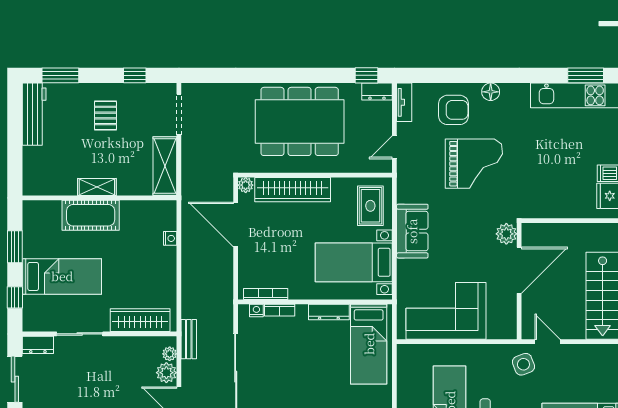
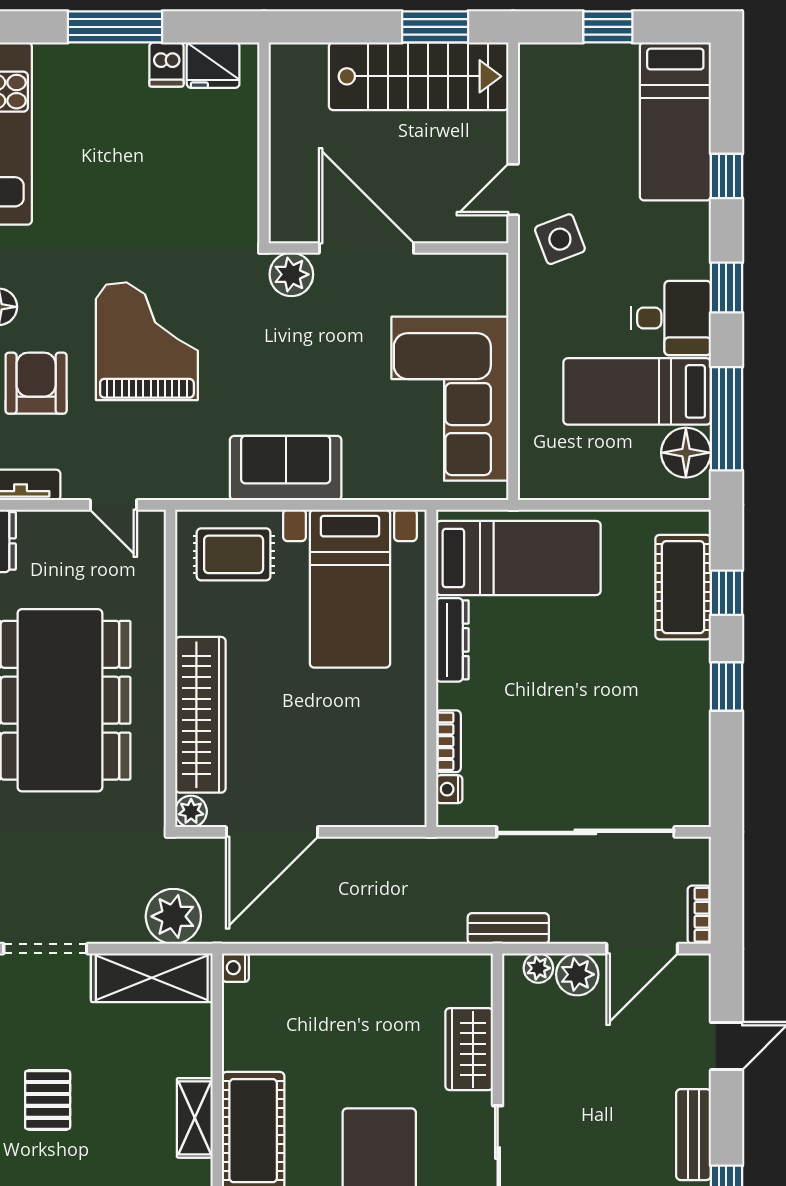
pallet: (106, 115) -> (48, 1100), turned 90
plant: (195, 177) -> (173, 916), added
nightstand: (170, 238) -> (235, 968), moved, turned -90
bookcase: (266, 294) -> (415, 770), removed
wardrobe: (140, 320) -> (469, 1049), width x0.67

